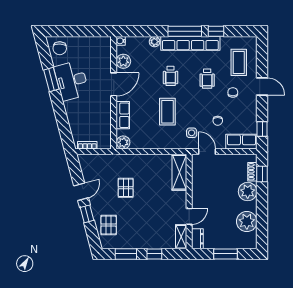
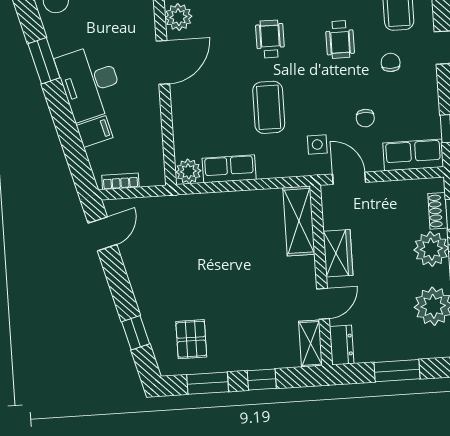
wheelchair: (171, 76) -> (270, 39), turned 180
desk: (72, 81) -> (90, 82), moved
row of seats: (123, 115) -> (229, 169), moved, turned -90
filing cabinet: (75, 118) -> (95, 131), added
pallet: (126, 188) -> (199, 257), removed
wardrobe: (199, 191) -> (338, 253), added
door: (81, 192) -> (102, 234), moved
window: (87, 214) -> (136, 333), moved
pallet: (109, 225) -> (191, 339), moved

